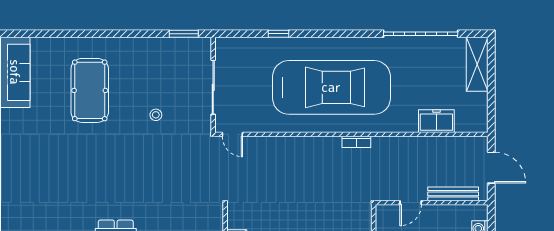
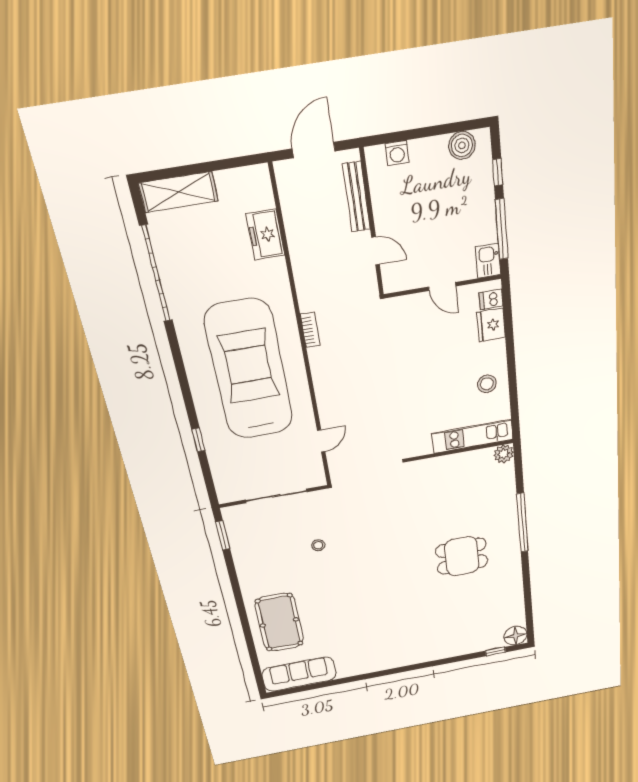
pool table: (90, 90) -> (279, 622), moved, turned 90
door: (232, 134) -> (321, 441), moved

